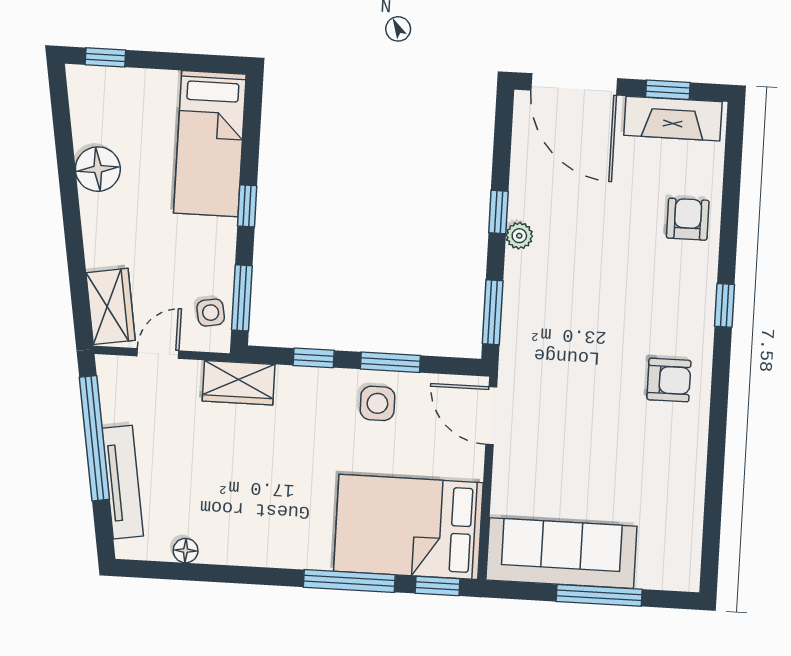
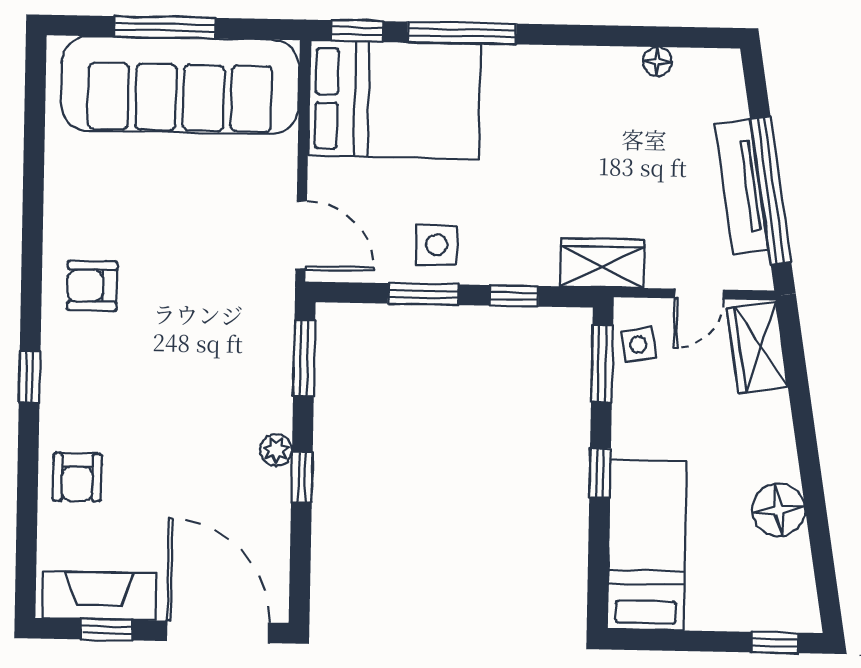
tv unit: (123, 482) -> (742, 187), moved
sofa: (561, 553) -> (180, 85), width x1.36, depth x1.27

